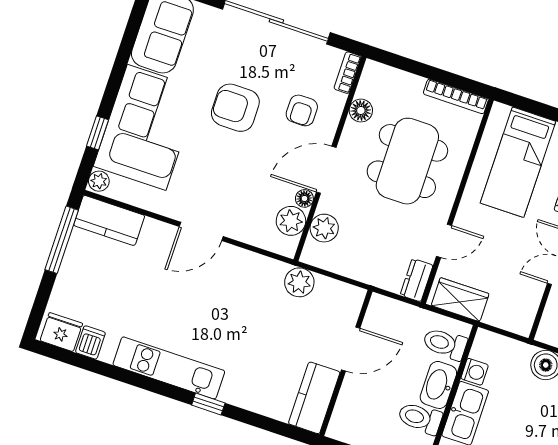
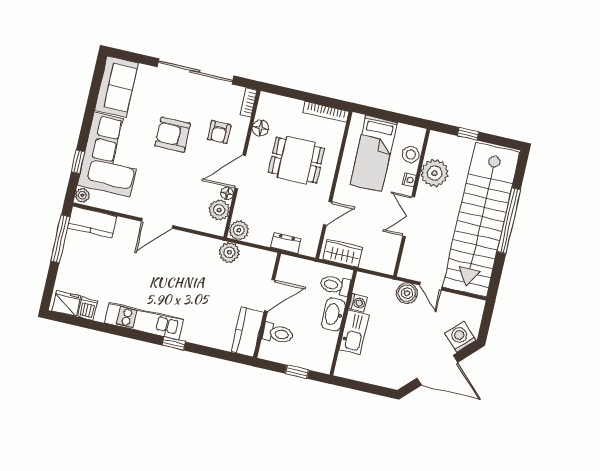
dining table: (407, 161) -> (296, 160), width x0.73
plant: (324, 228) -> (239, 230), moved
dresser: (417, 280) -> (286, 243), moved, turned 90
toilet: (420, 418) -> (278, 333), moved, turned 180

